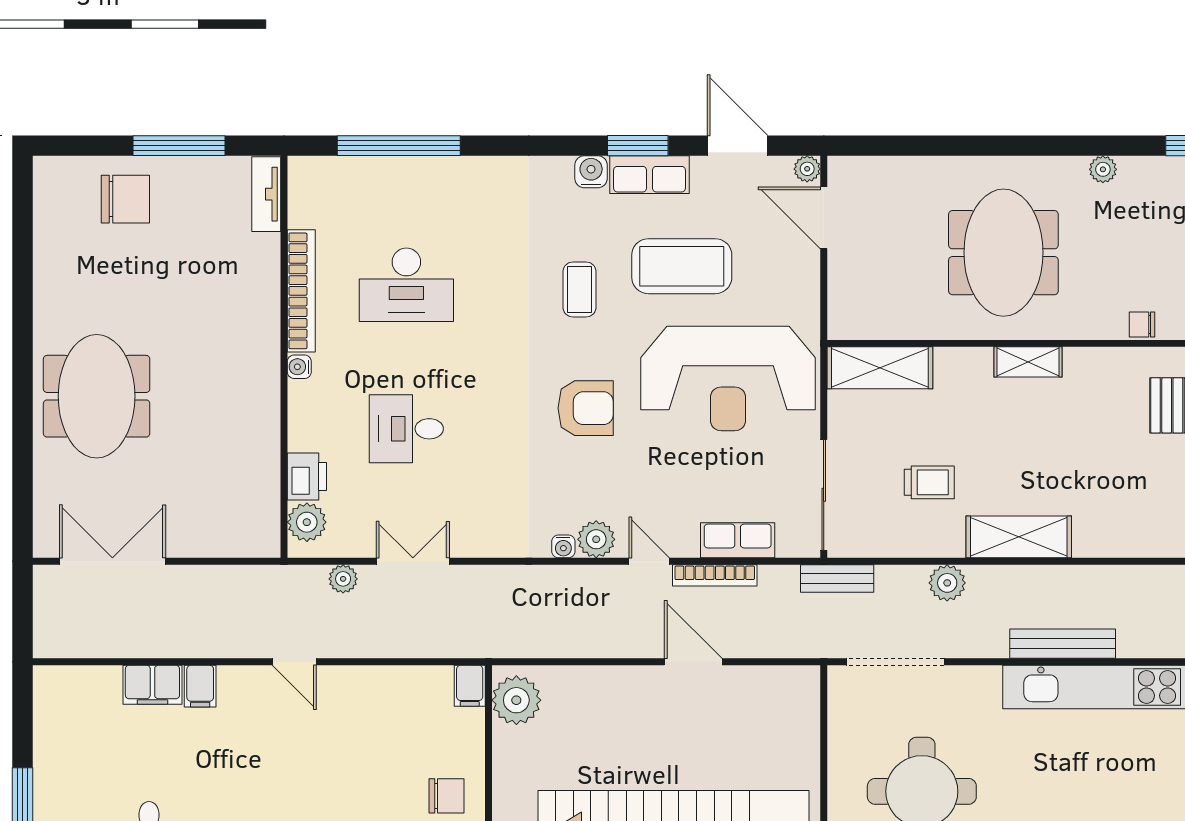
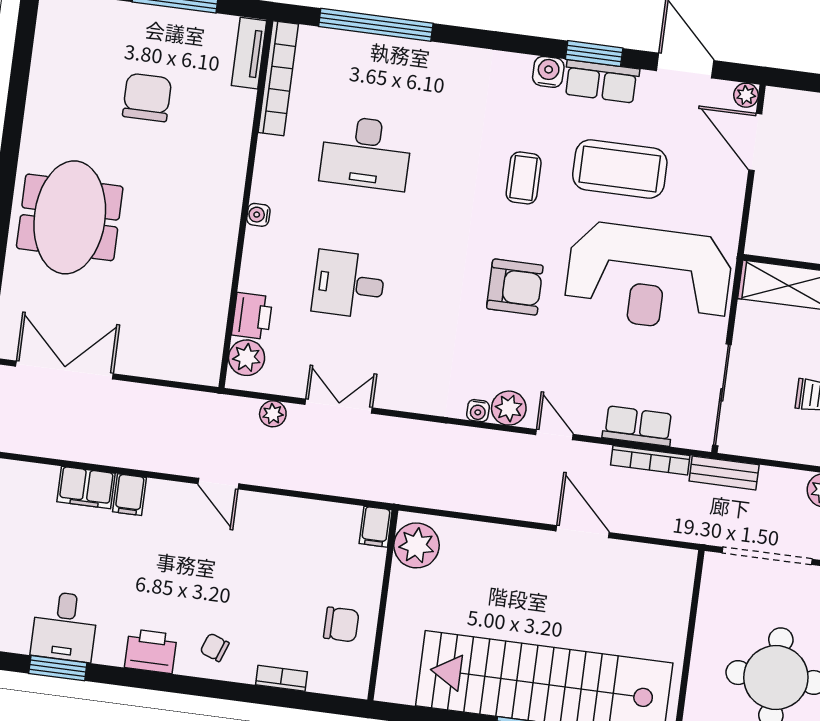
chair: (125, 199) -> (147, 97), moved, turned -90
bookcase: (301, 291) -> (278, 78), moved
bookcase: (715, 575) -> (650, 460), moved

